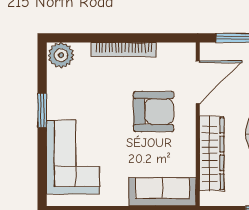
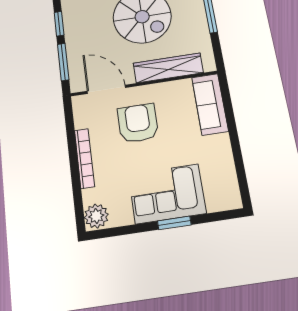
window: (42, 110) -> (174, 223), moved
corner sofa: (73, 157) -> (167, 194), moved

